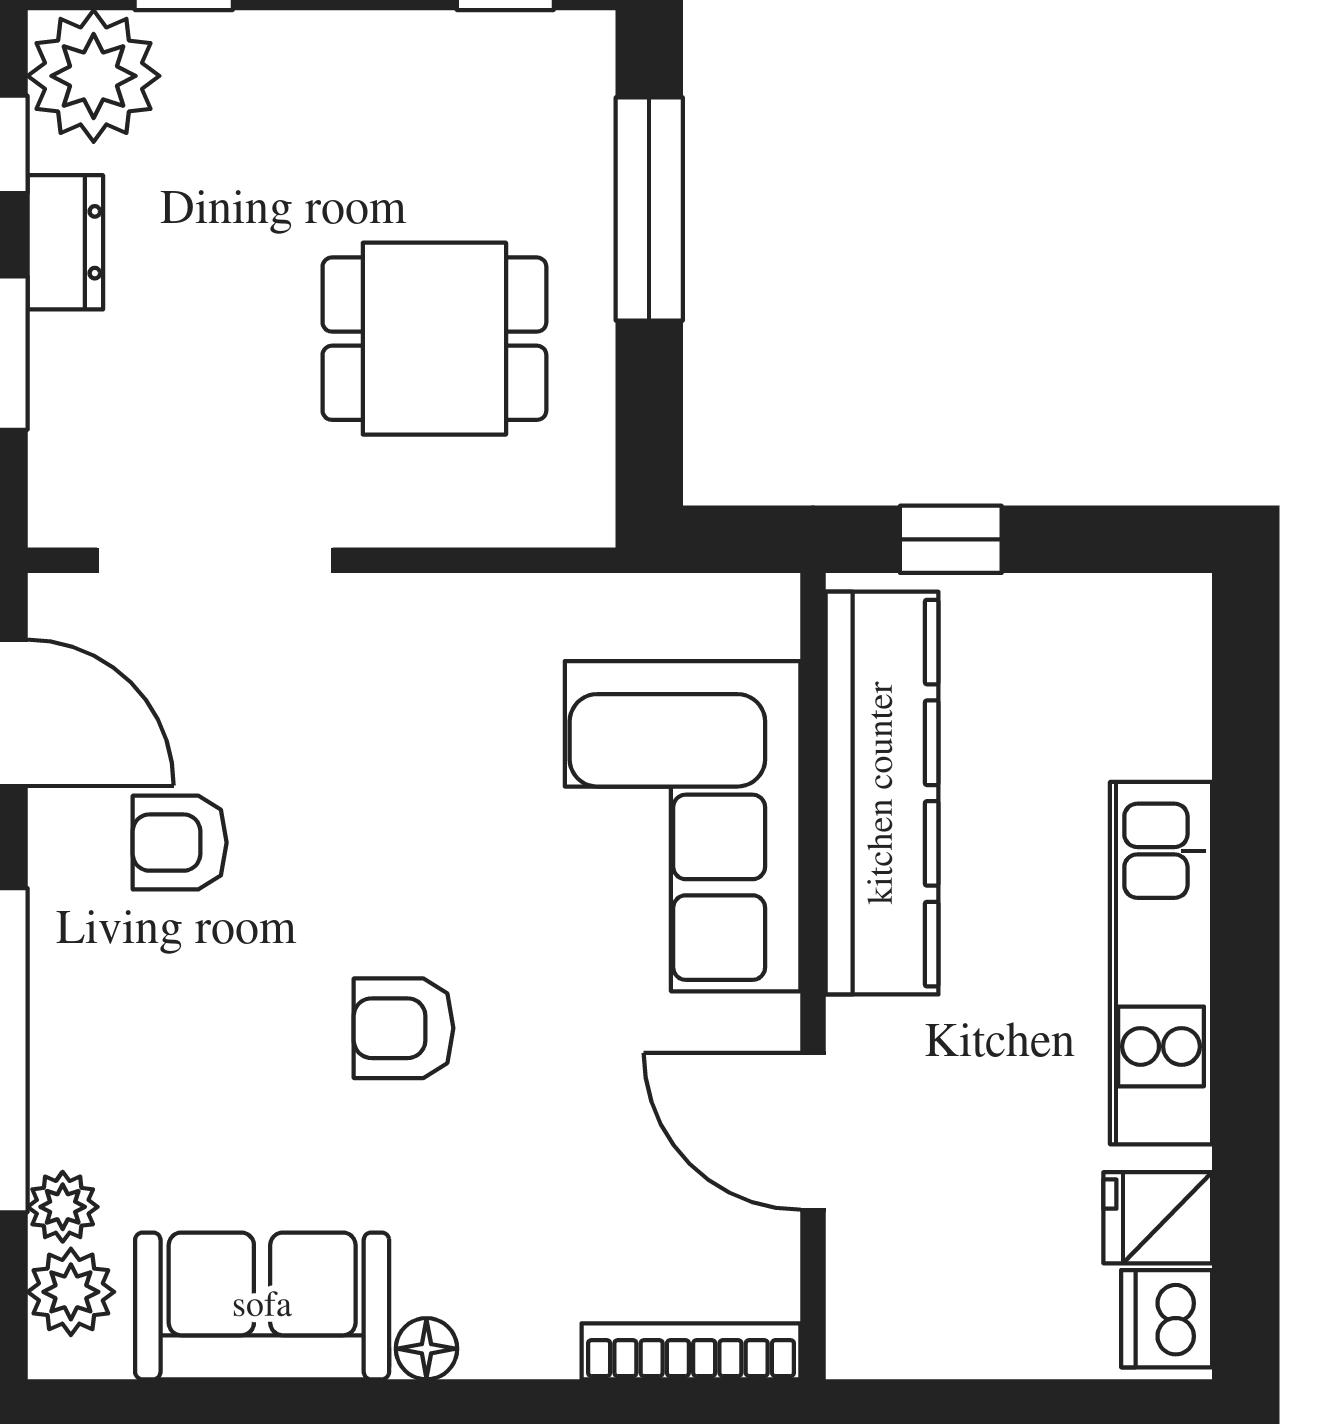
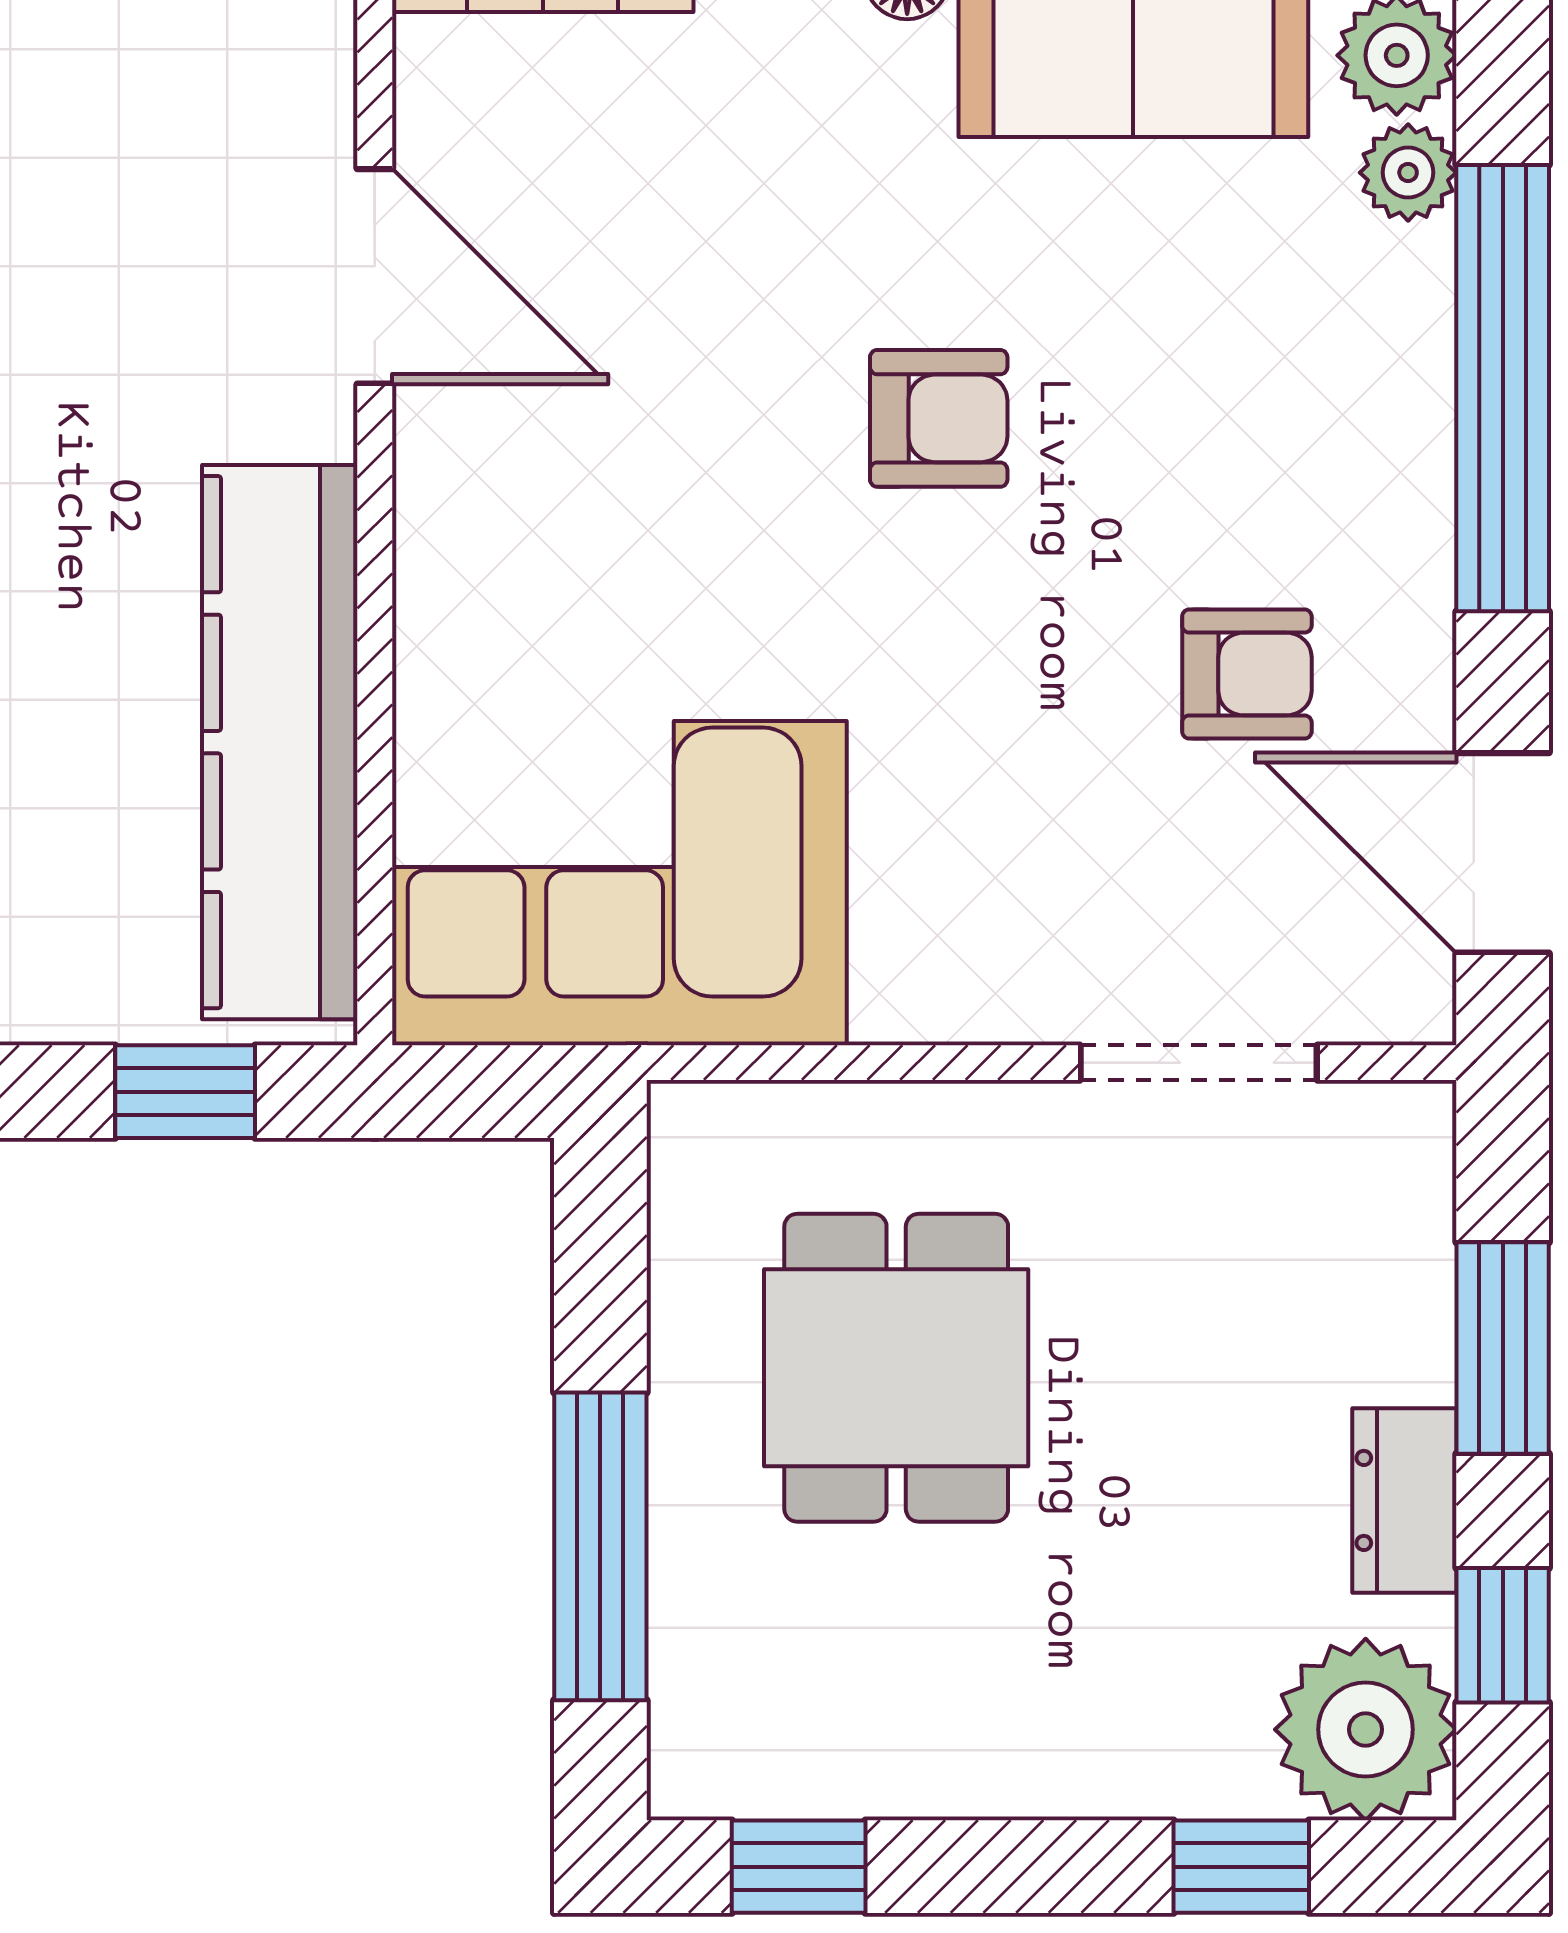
dining table: (434, 339) -> (896, 1368), turned 90
doorway: (215, 560) -> (1199, 1063), width x0.73
corner sofa: (683, 826) -> (619, 883), moved, turned -90

